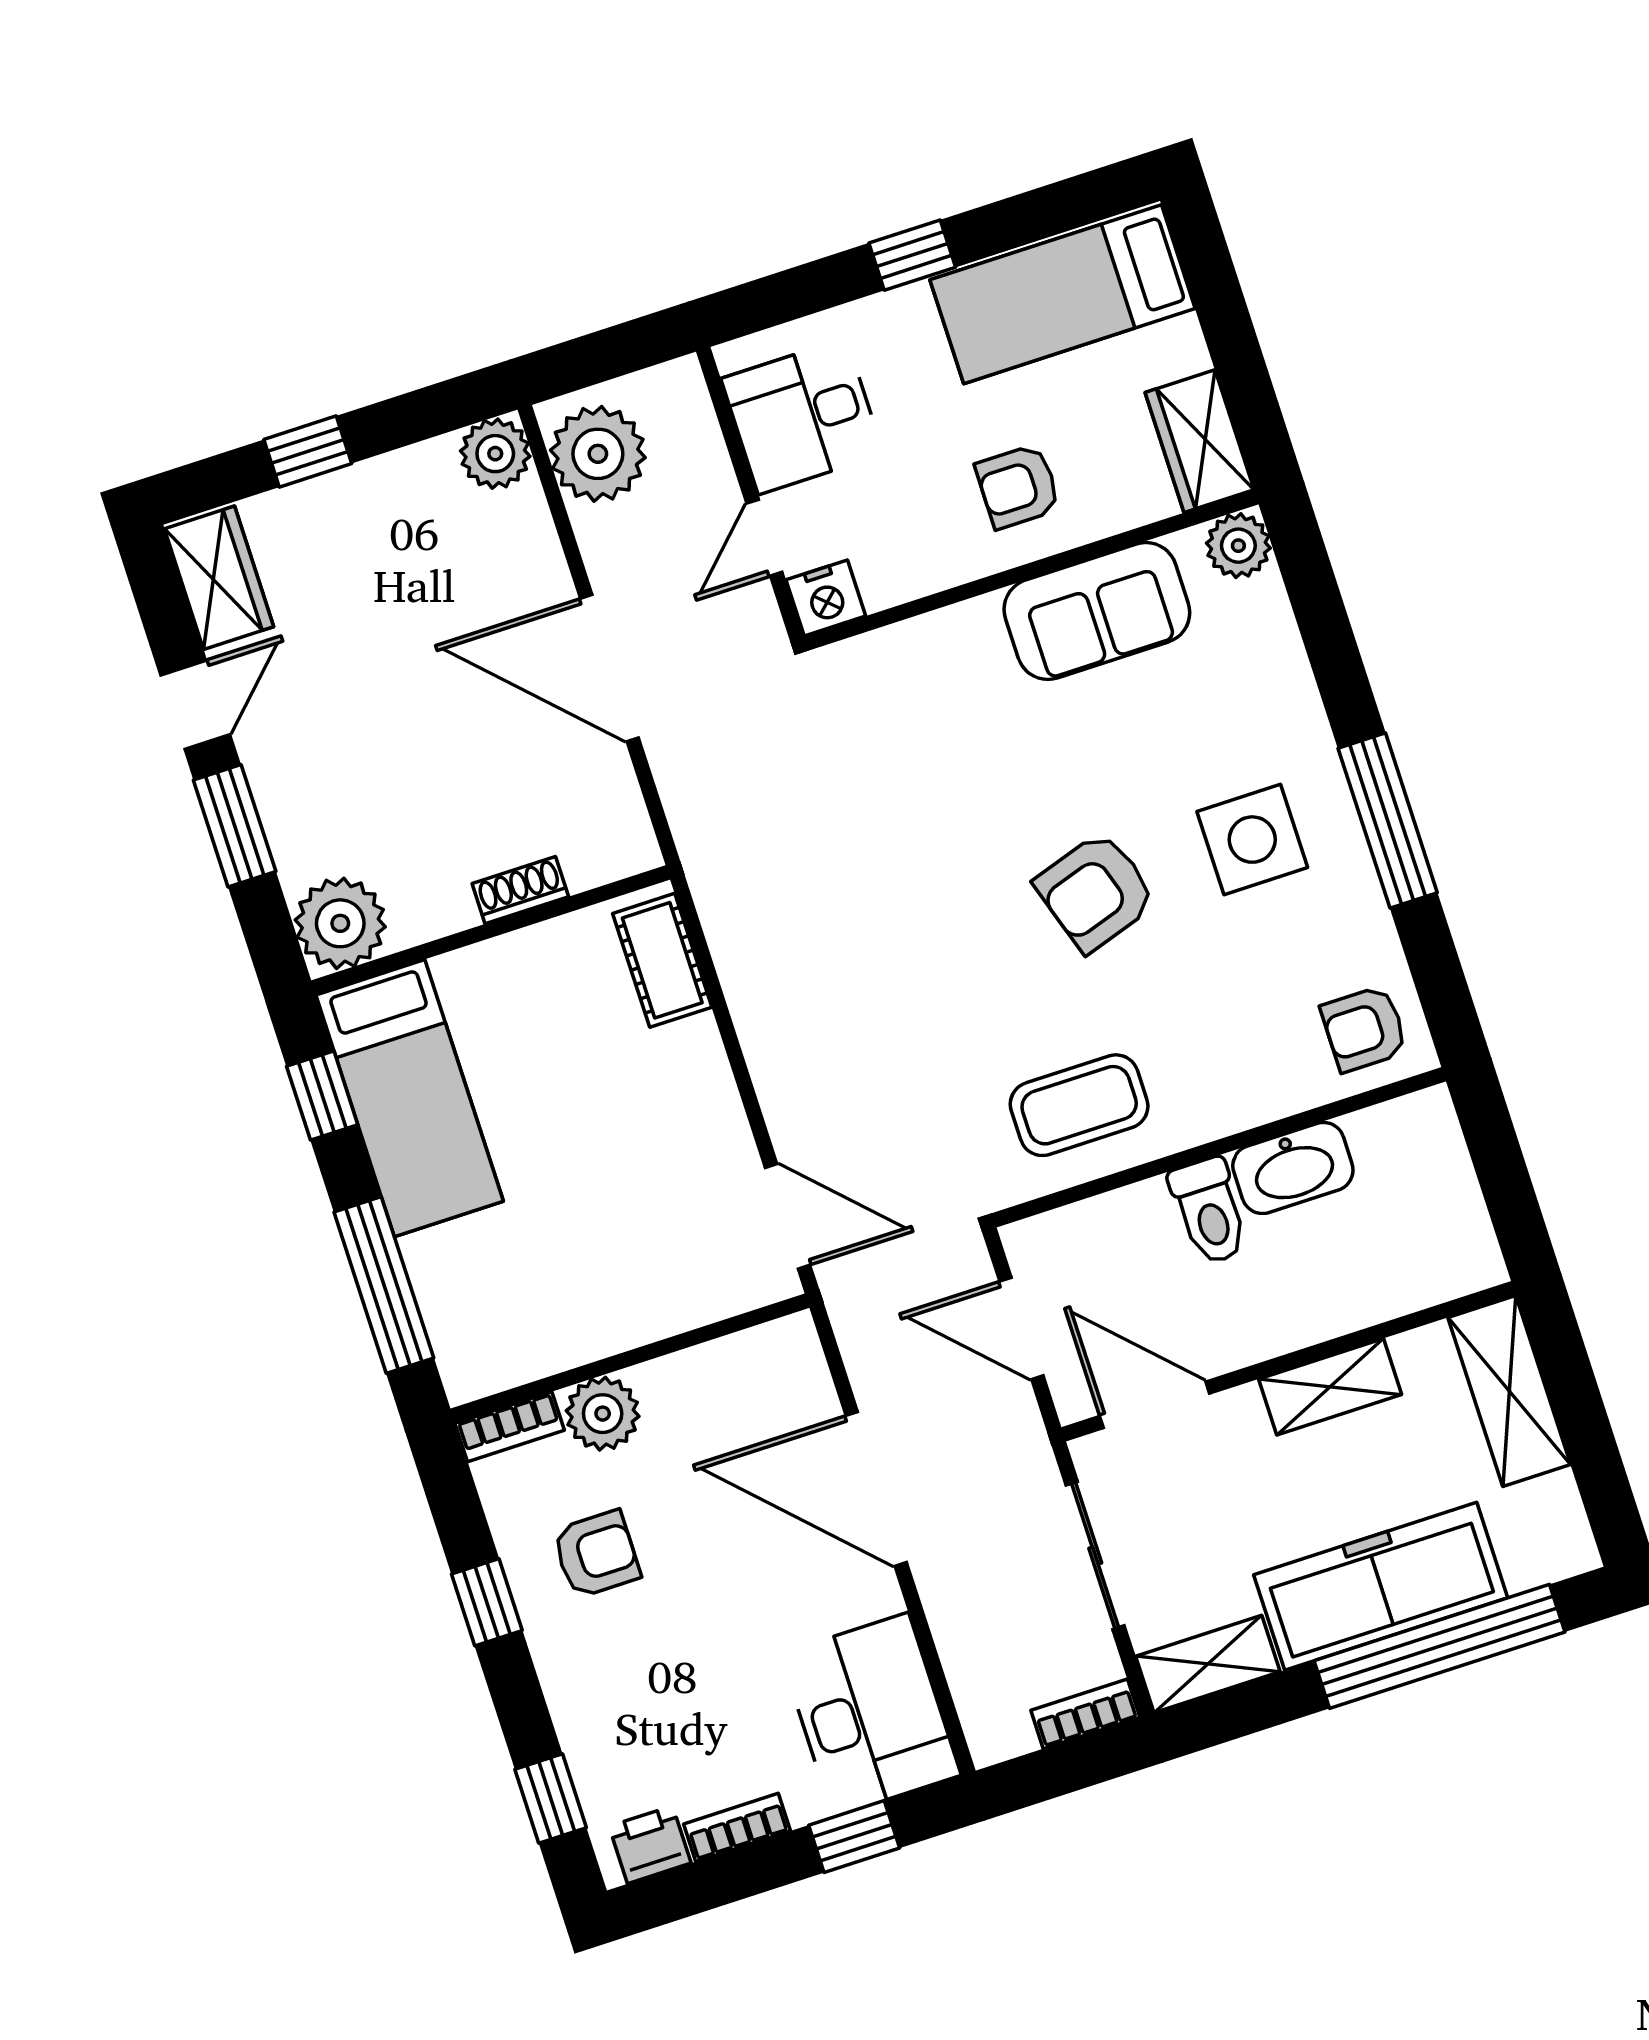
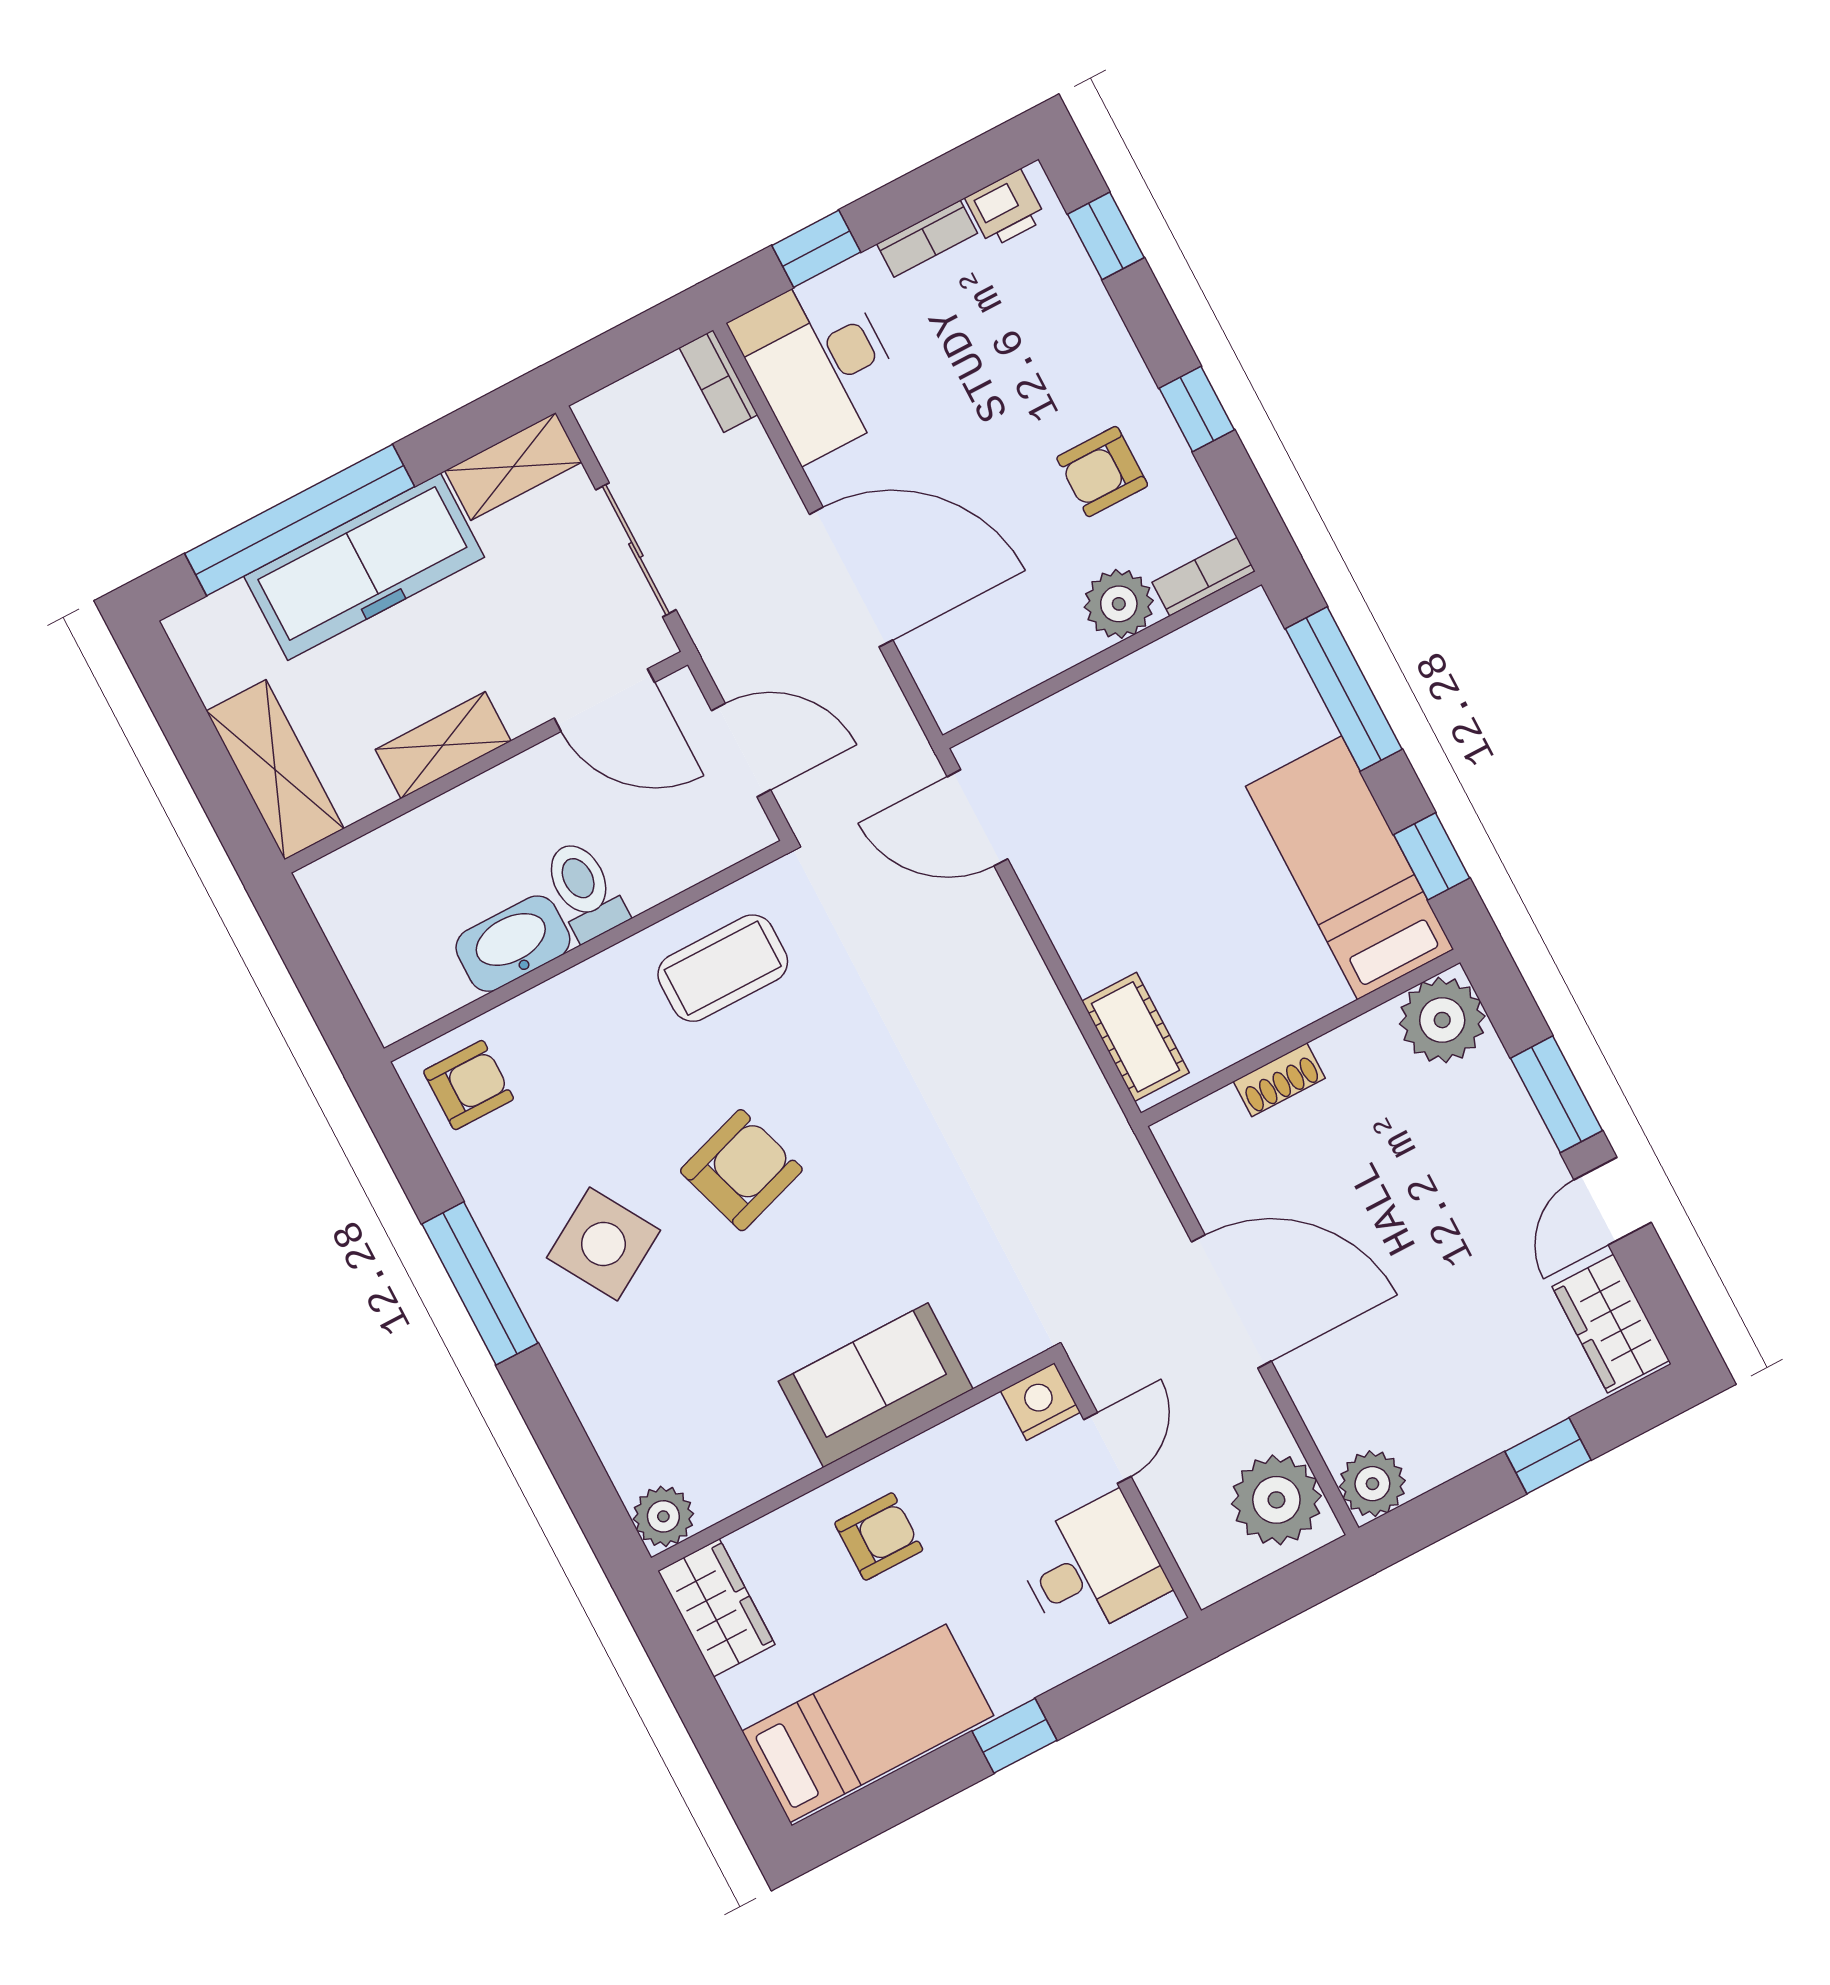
sofa: (1097, 611) -> (876, 1385), moved
side table: (1252, 840) -> (603, 1244), turned -31
bookcase: (1085, 1714) -> (718, 381), moved, turned 90

